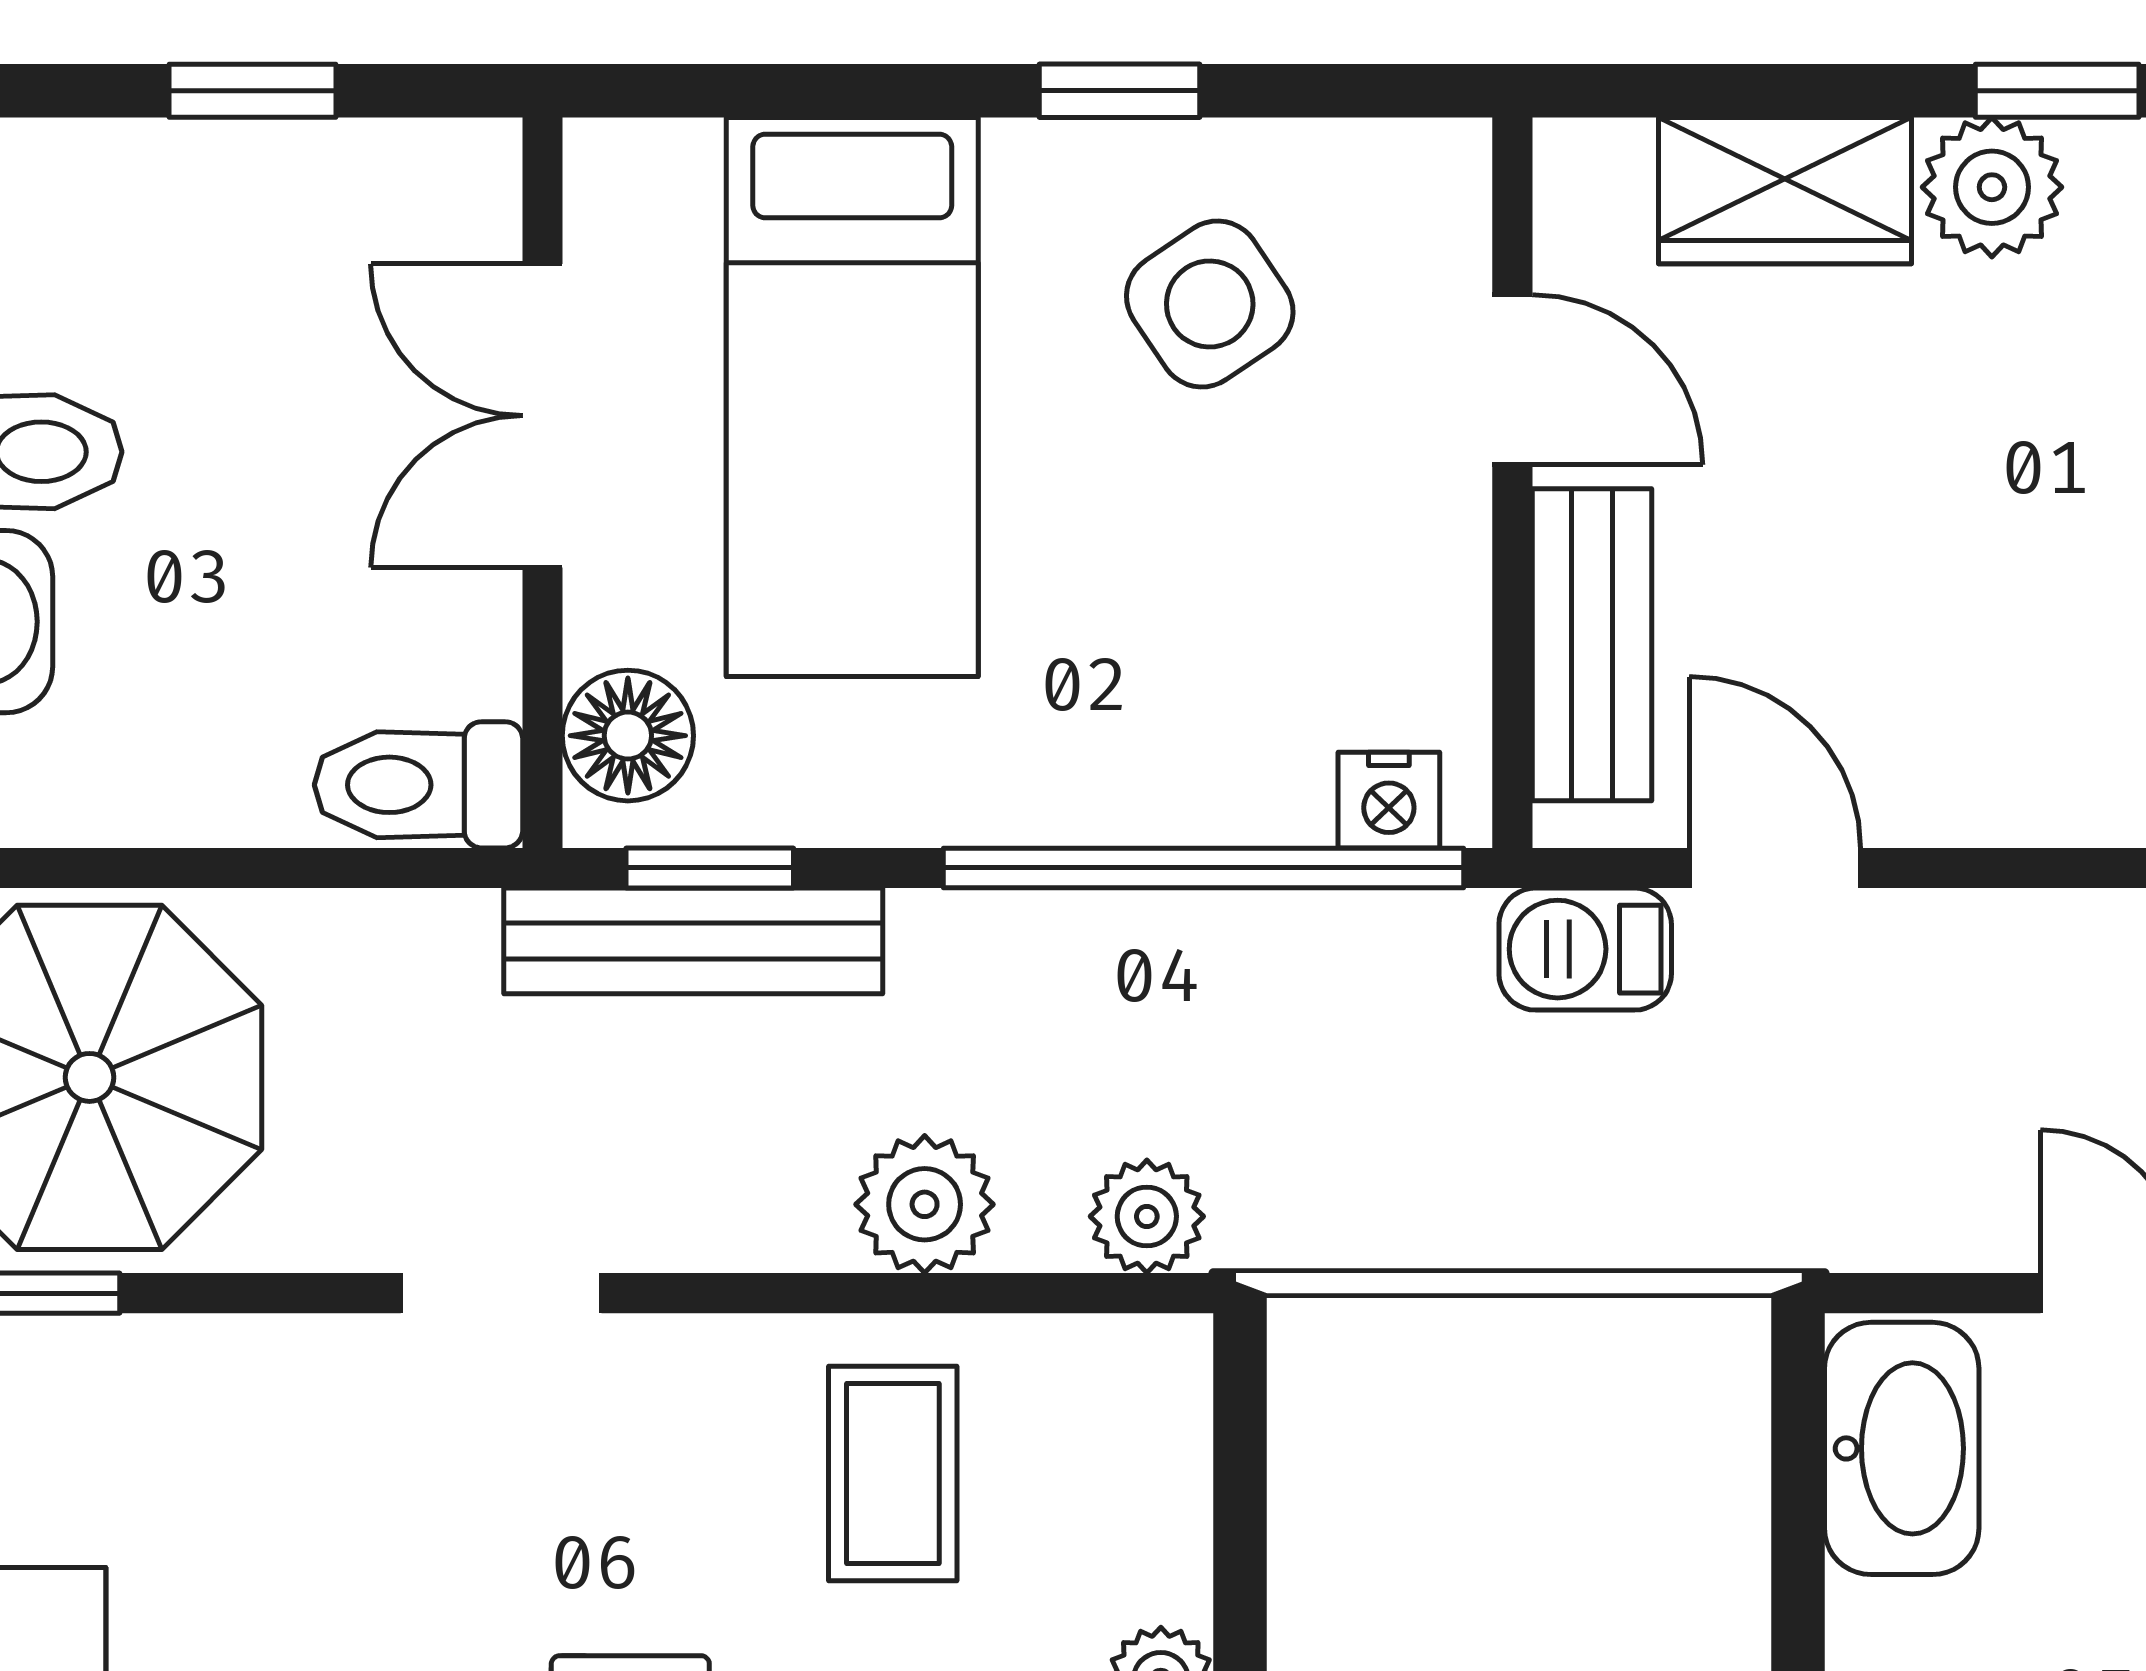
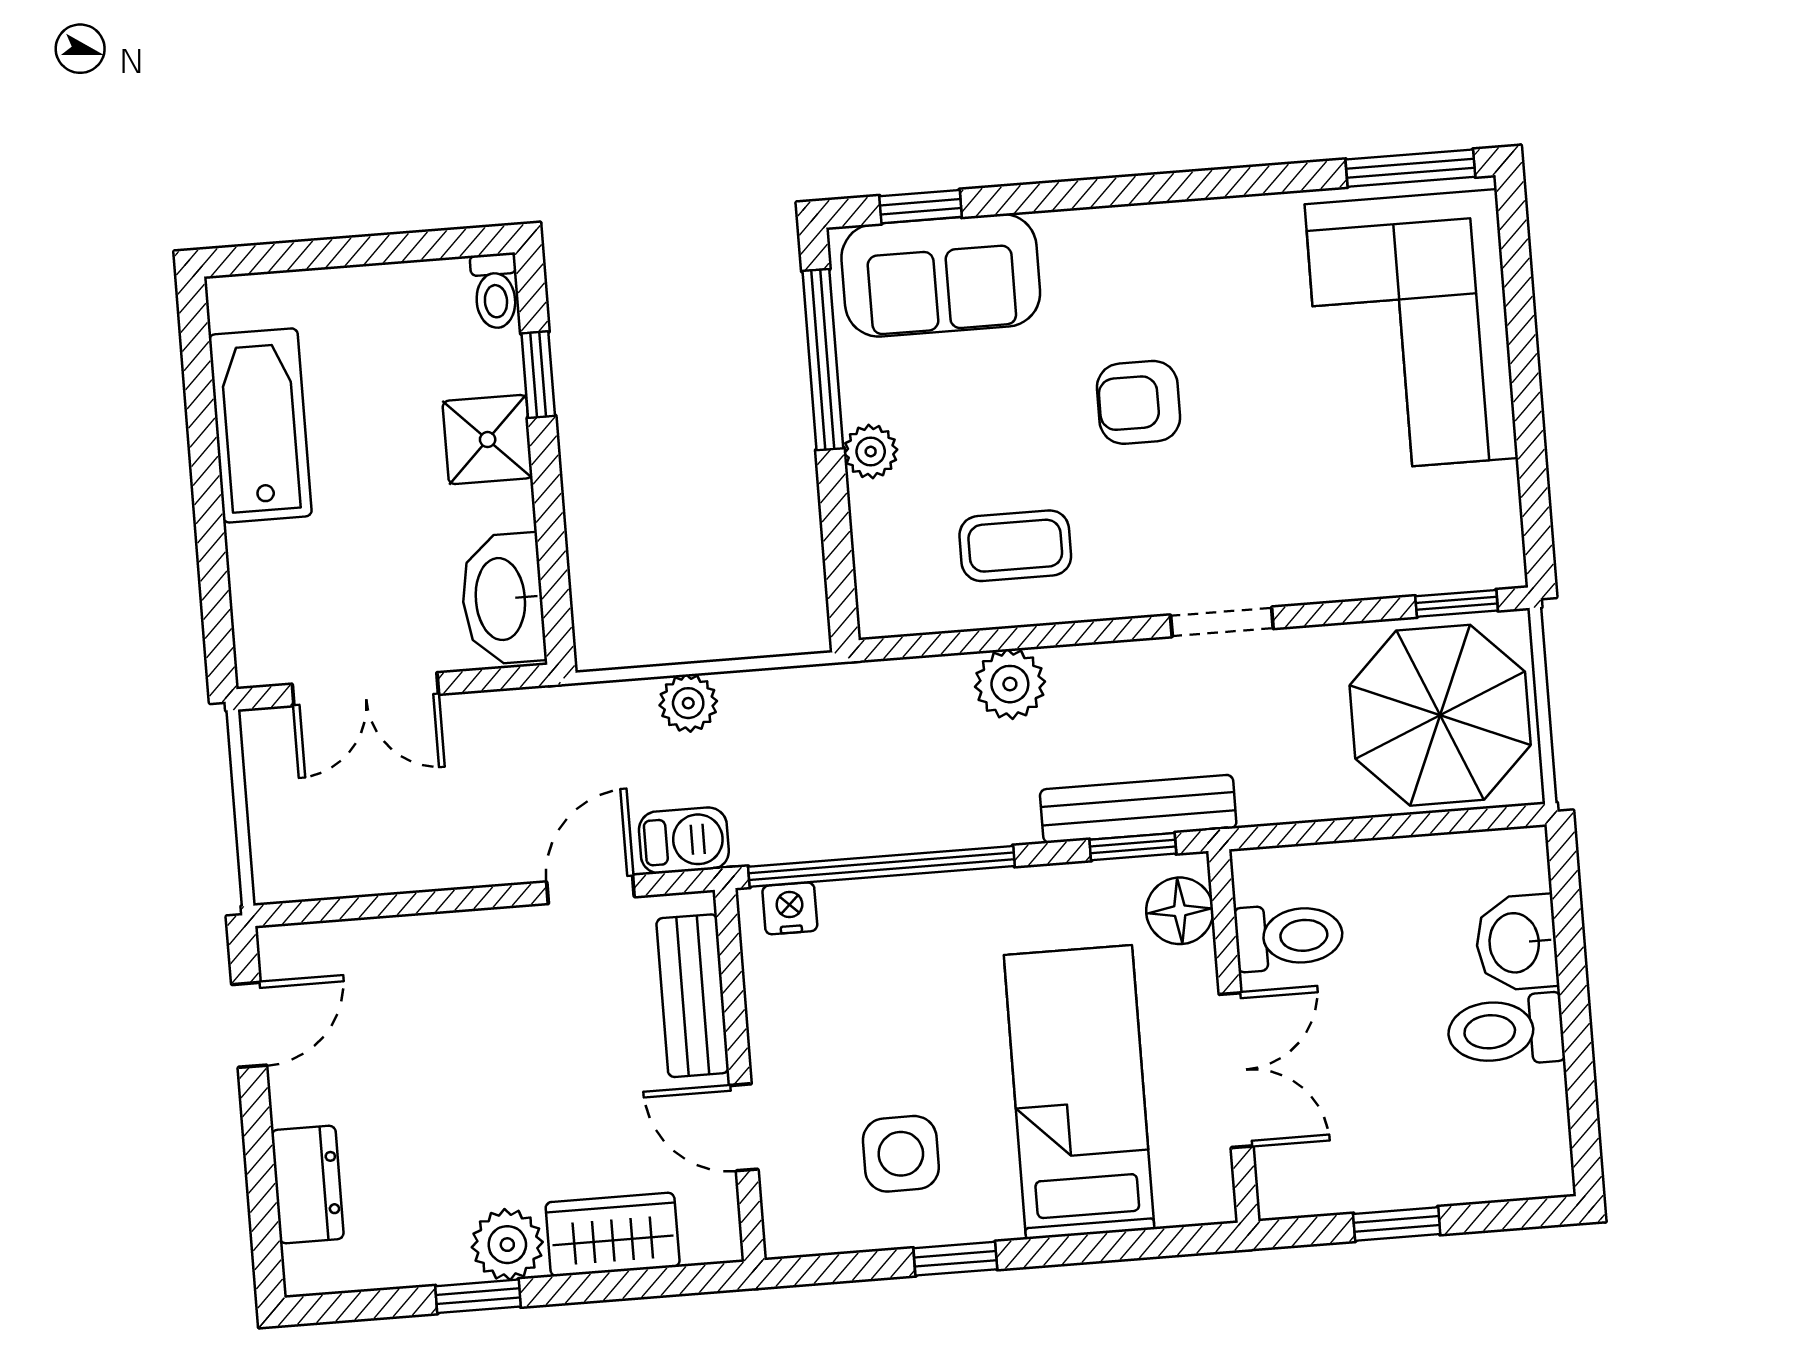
side table: (1210, 304) -> (901, 1154), turned 34
toilet: (418, 785) -> (1289, 937), moved
door: (1775, 868) -> (591, 889), swing flipped
plant: (1147, 1216) -> (688, 703), moved
coffee table: (893, 1474) -> (1015, 546), turned 90

